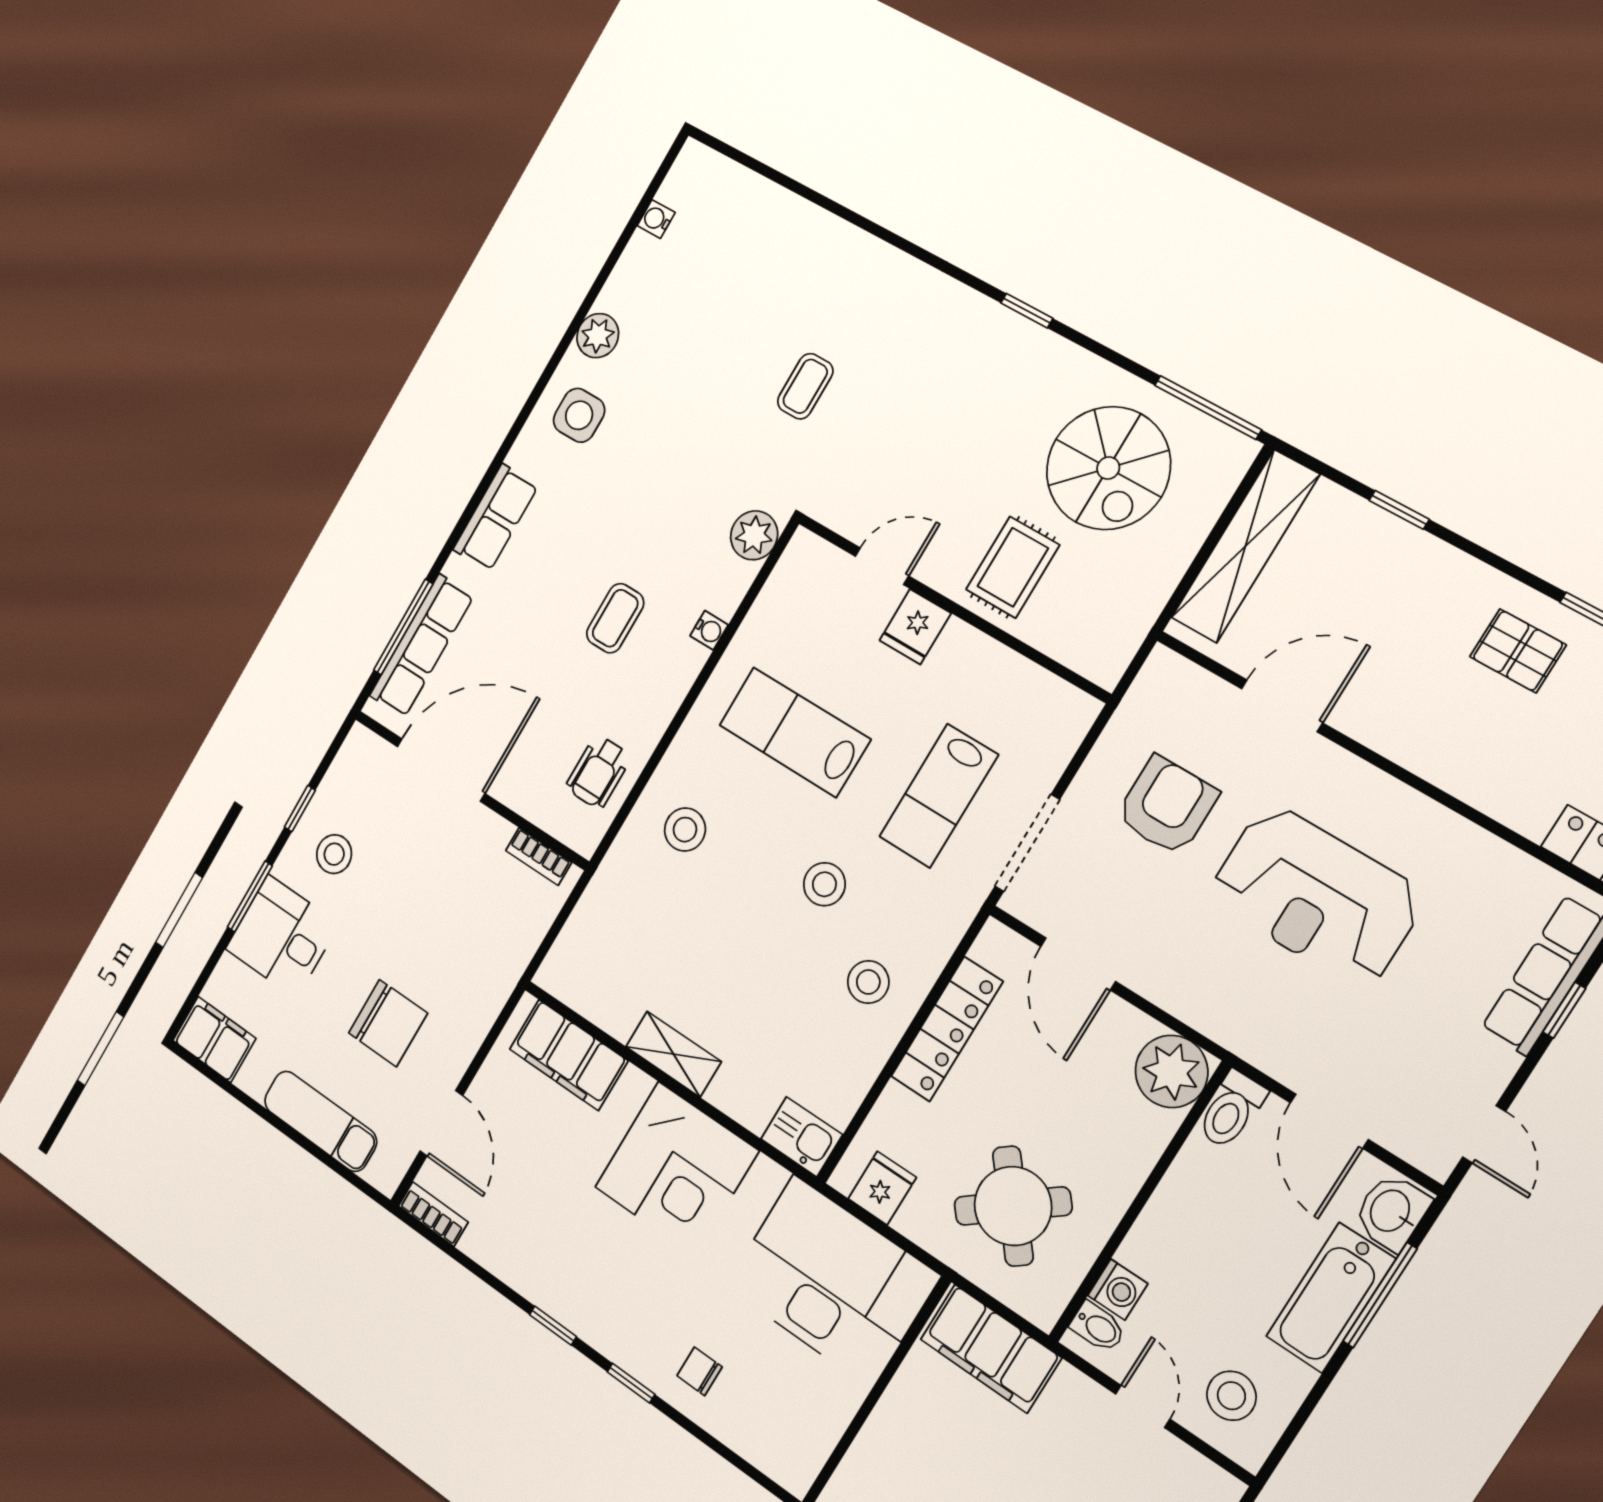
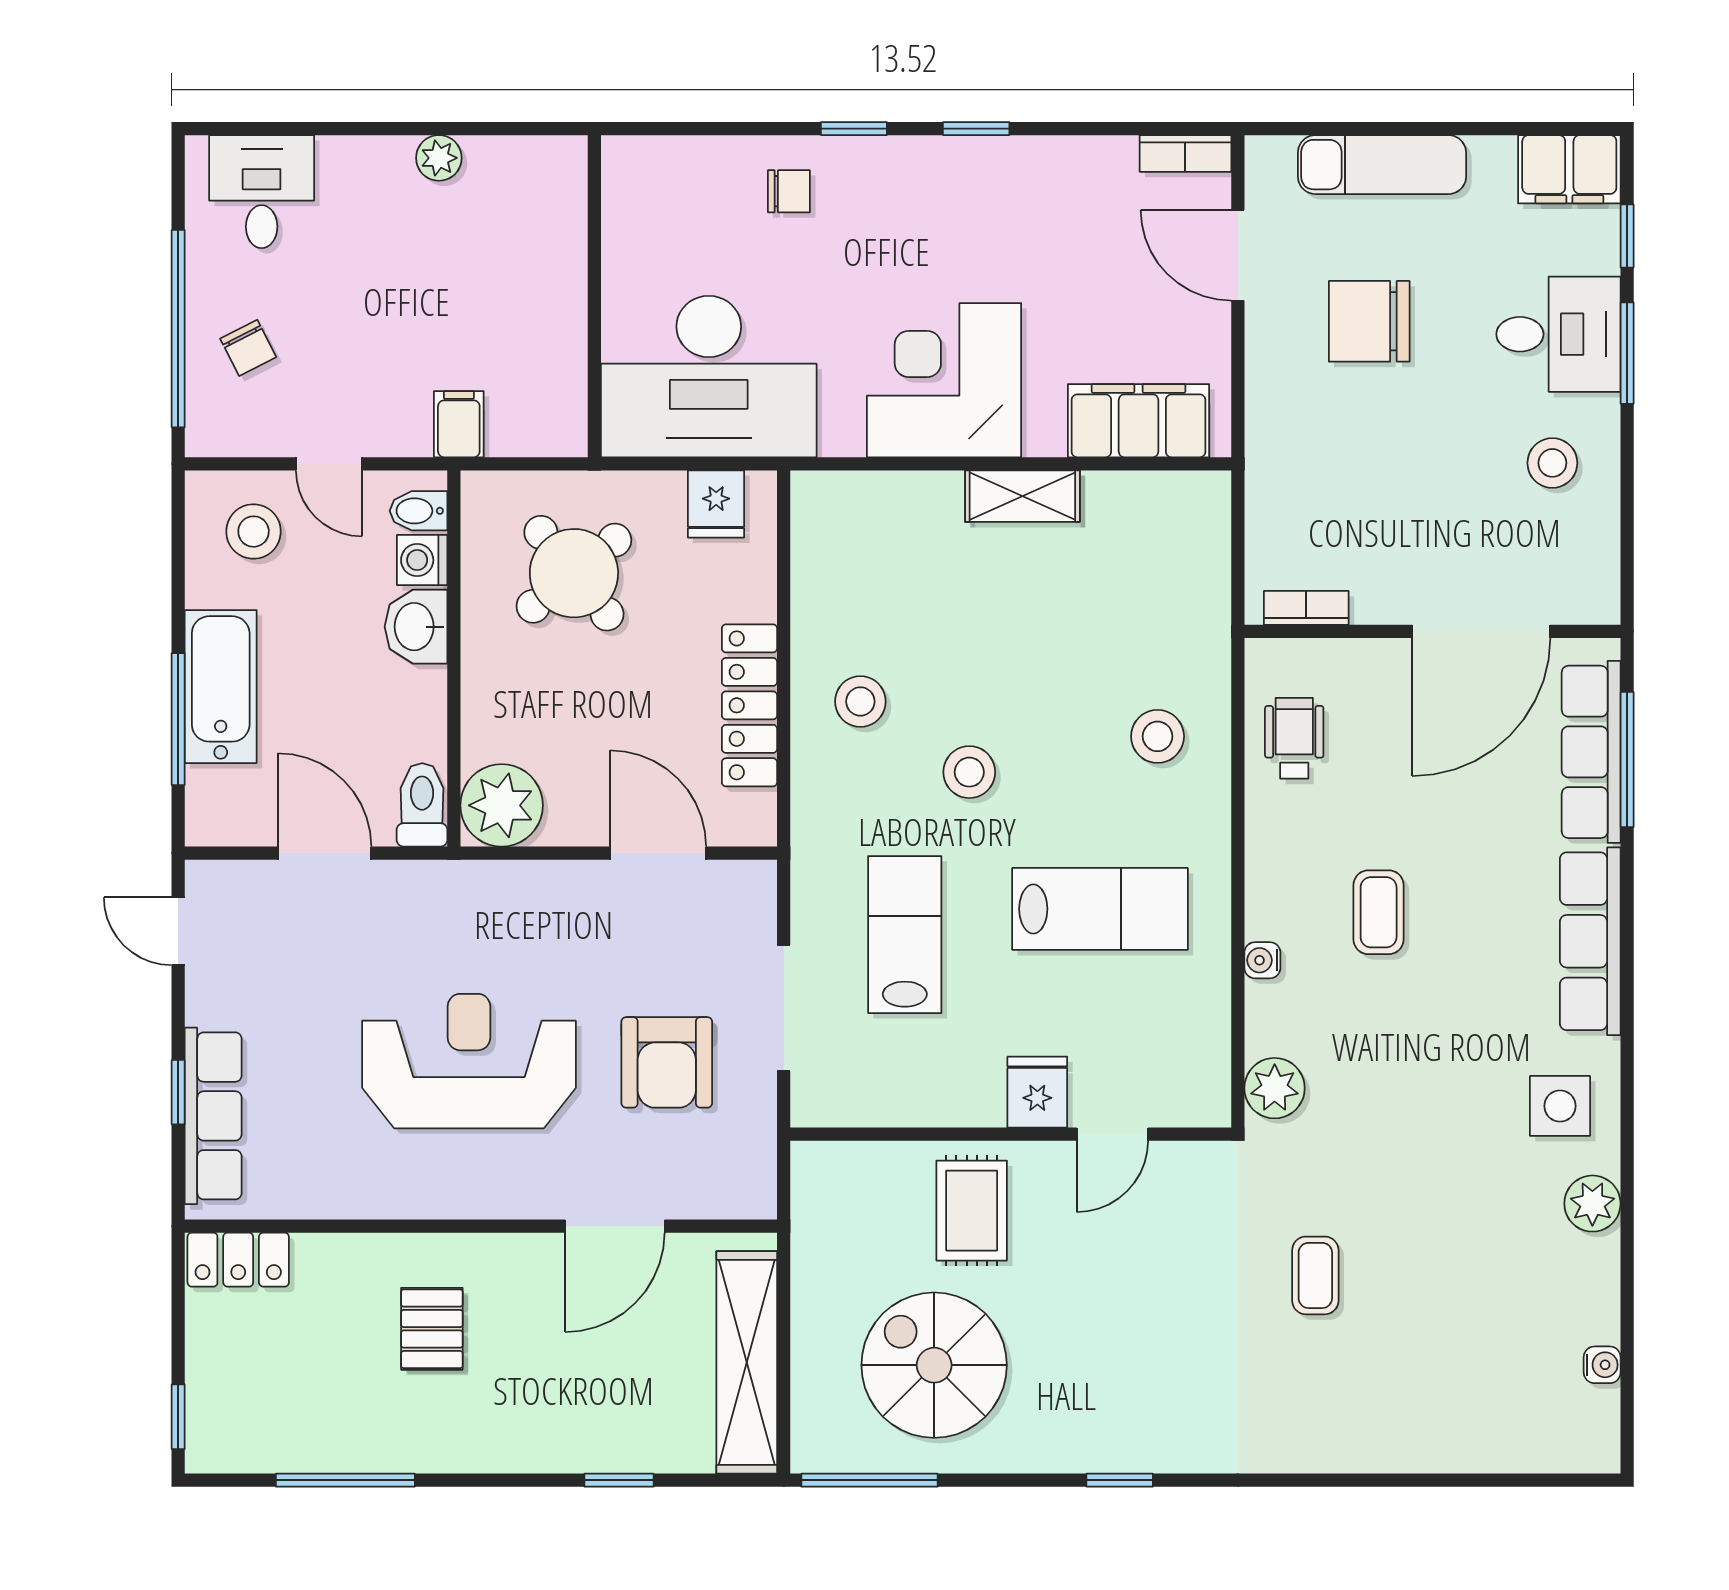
row of seats: (496, 518) -> (1590, 941), width x1.48
pallet: (1518, 651) -> (432, 1329), moved, turned 90
window: (300, 809) -> (1627, 236), moved
doorway: (1027, 843) -> (784, 1008), moved
kitchen sink: (802, 1137) -> (832, 501), removed
washbasin: (1391, 1212) -> (416, 627), moved, turned 180
filing cabinet: (991, 1349) -> (459, 424), width x0.33, depth x0.86

